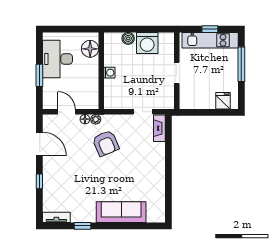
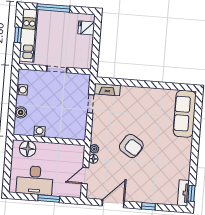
washing machine: (147, 43) -> (22, 90), width x0.53, depth x0.53
washing machine: (109, 73) -> (39, 132), moved
armchair: (106, 143) -> (131, 146), moved, turned 56
sofa: (121, 212) -> (185, 114), moved
window: (82, 226) -> (191, 193), moved

